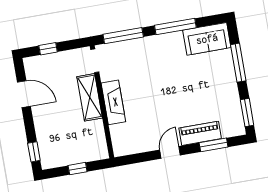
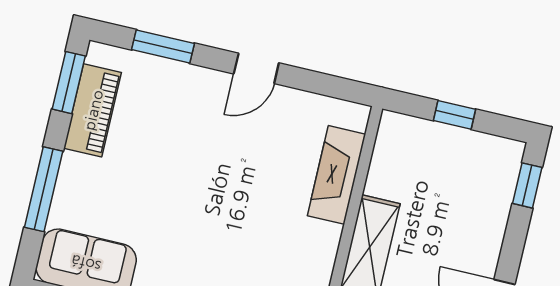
fireplace: (113, 102) -> (336, 175), moved
piano: (200, 133) -> (93, 110), moved, turned -90

